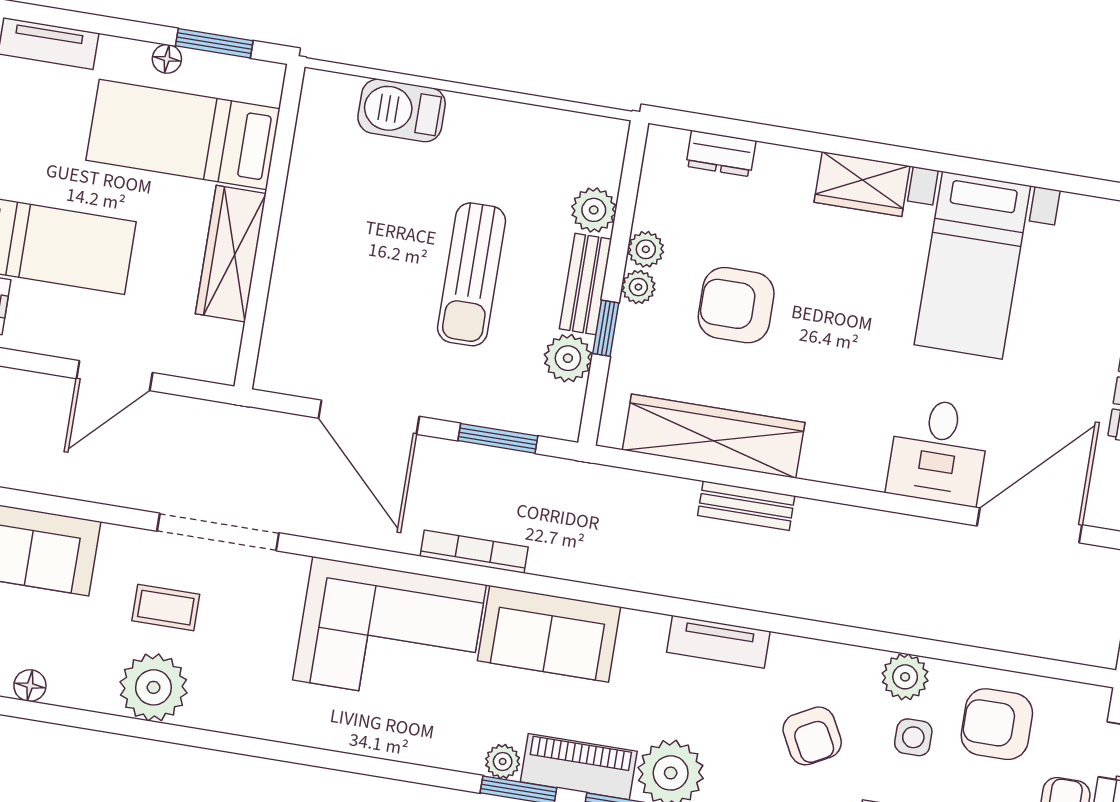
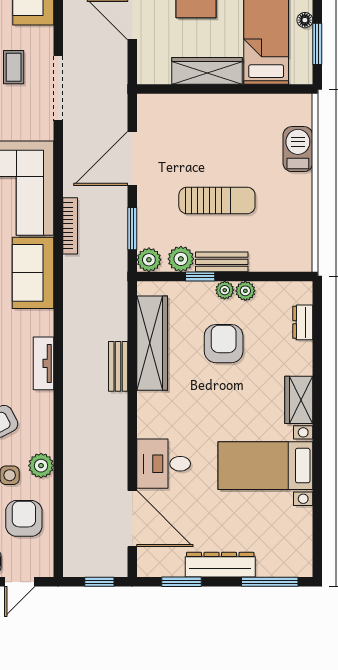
plant: (594, 210) -> (149, 260), moved
sun lounger: (471, 274) -> (217, 200), turned 180

